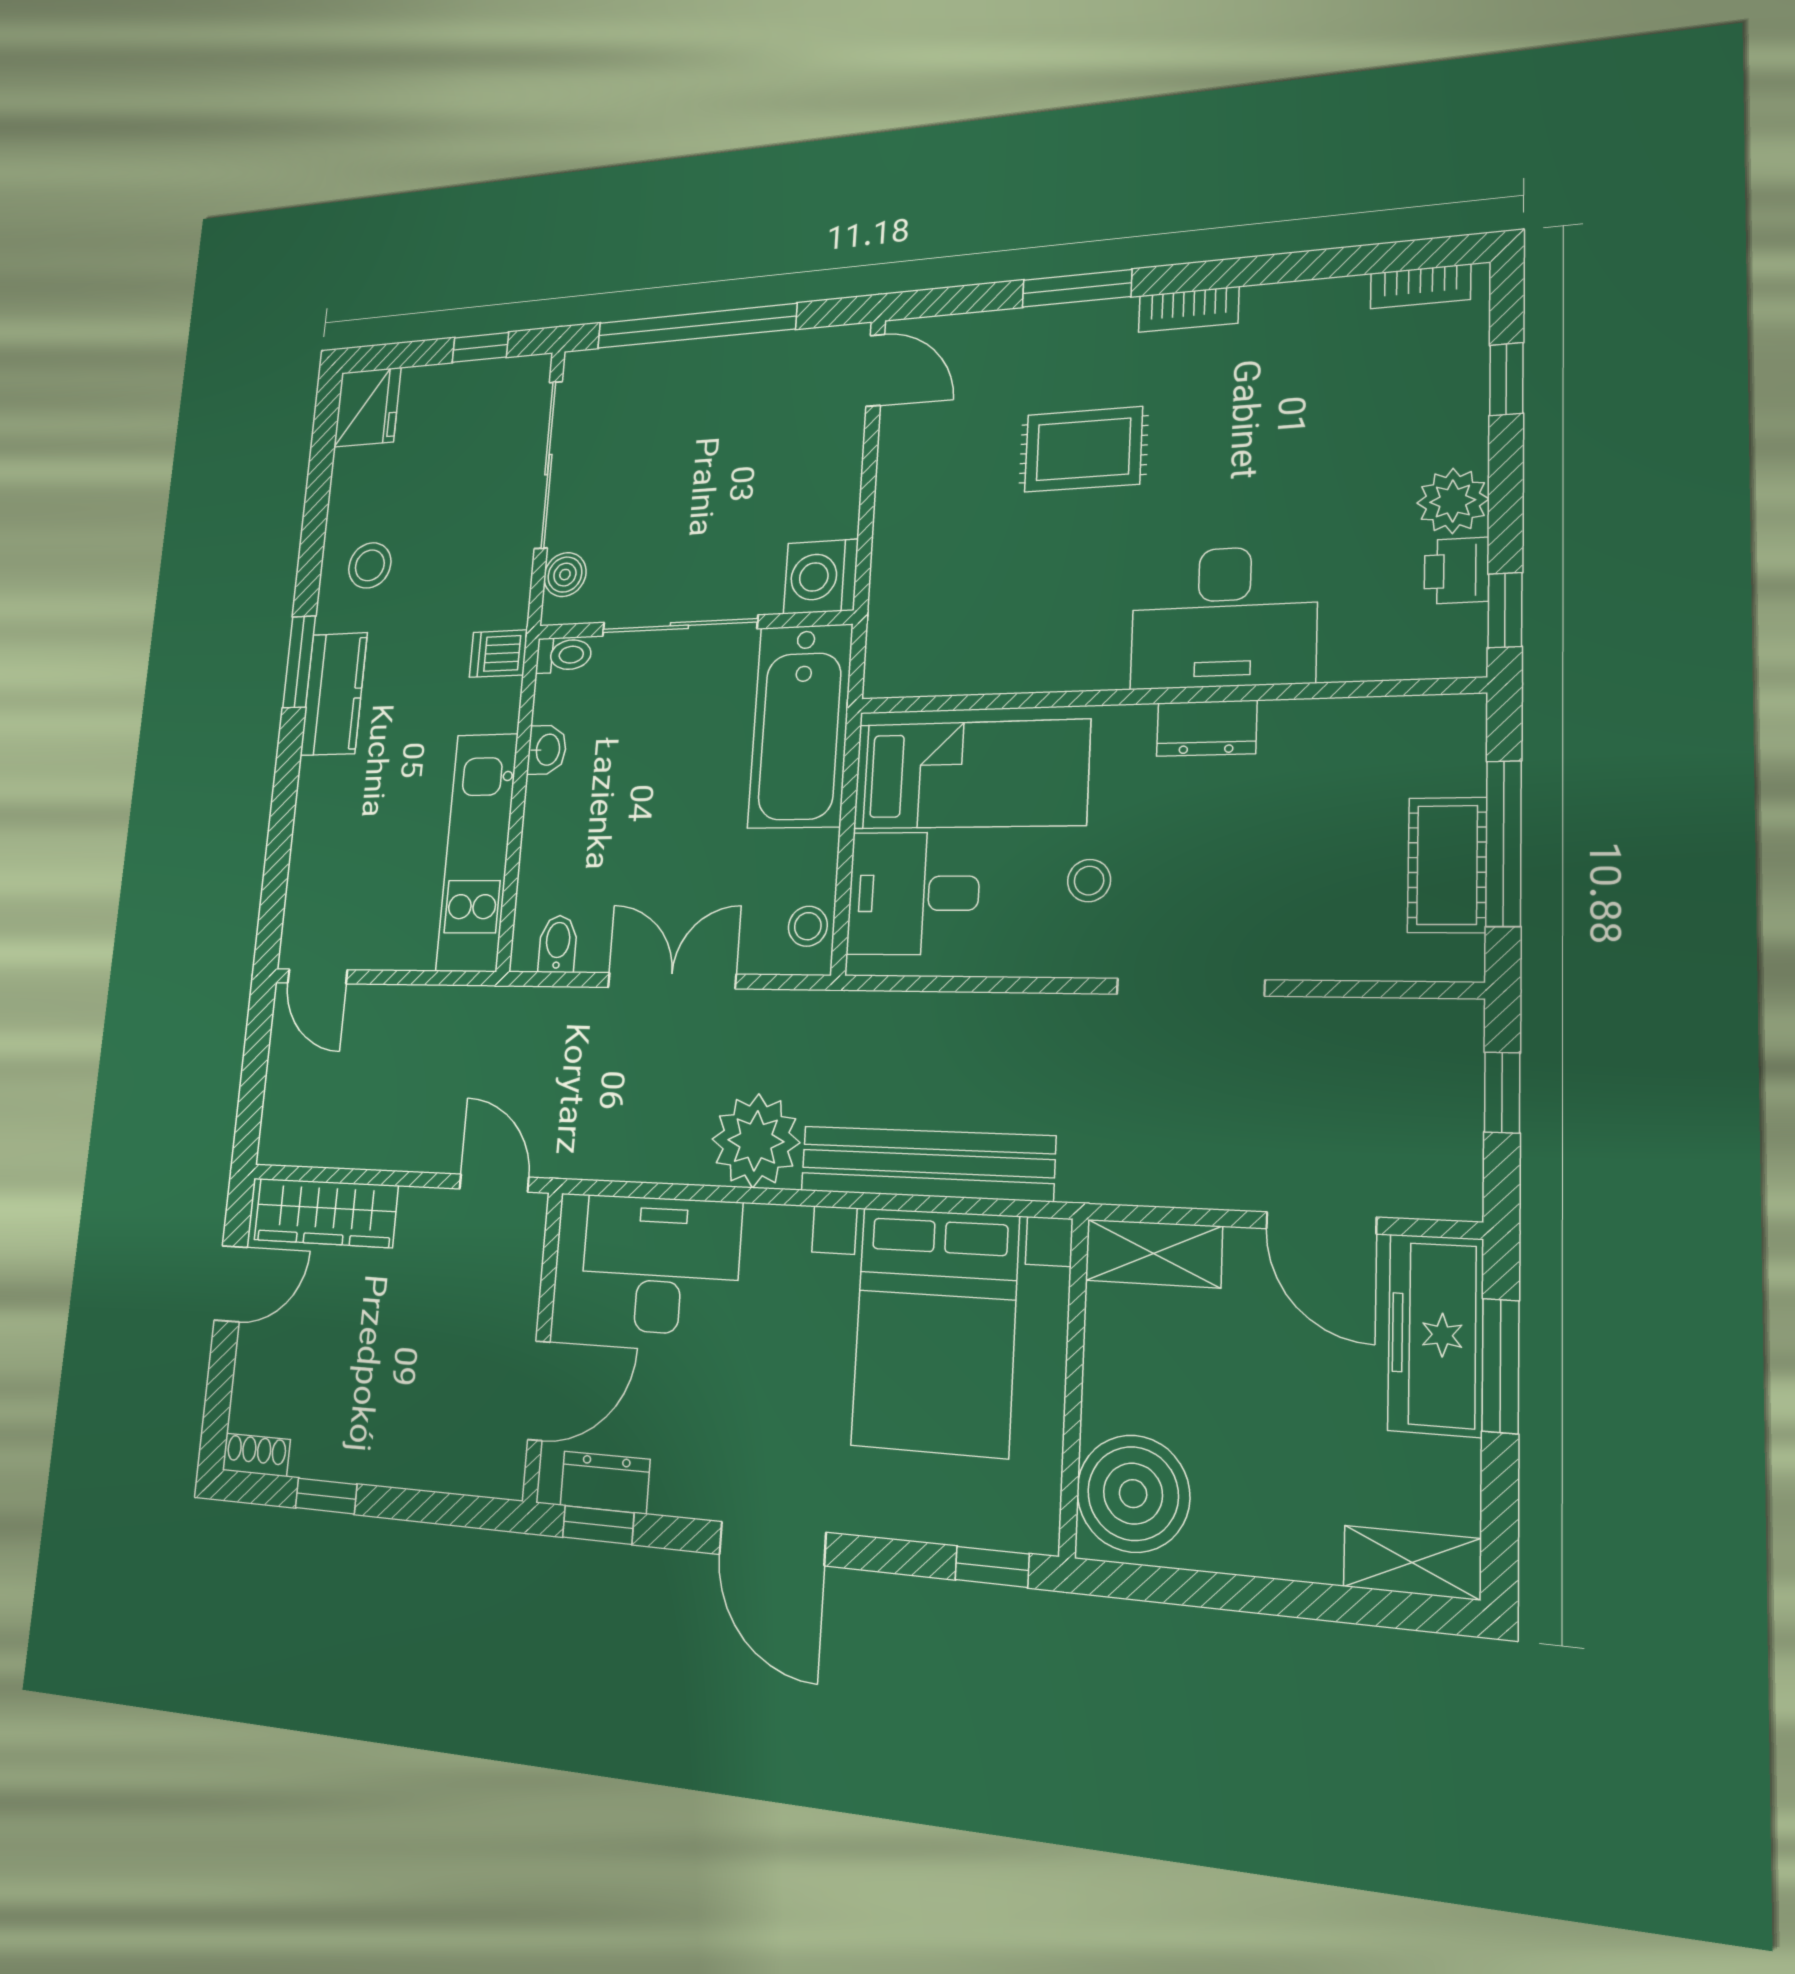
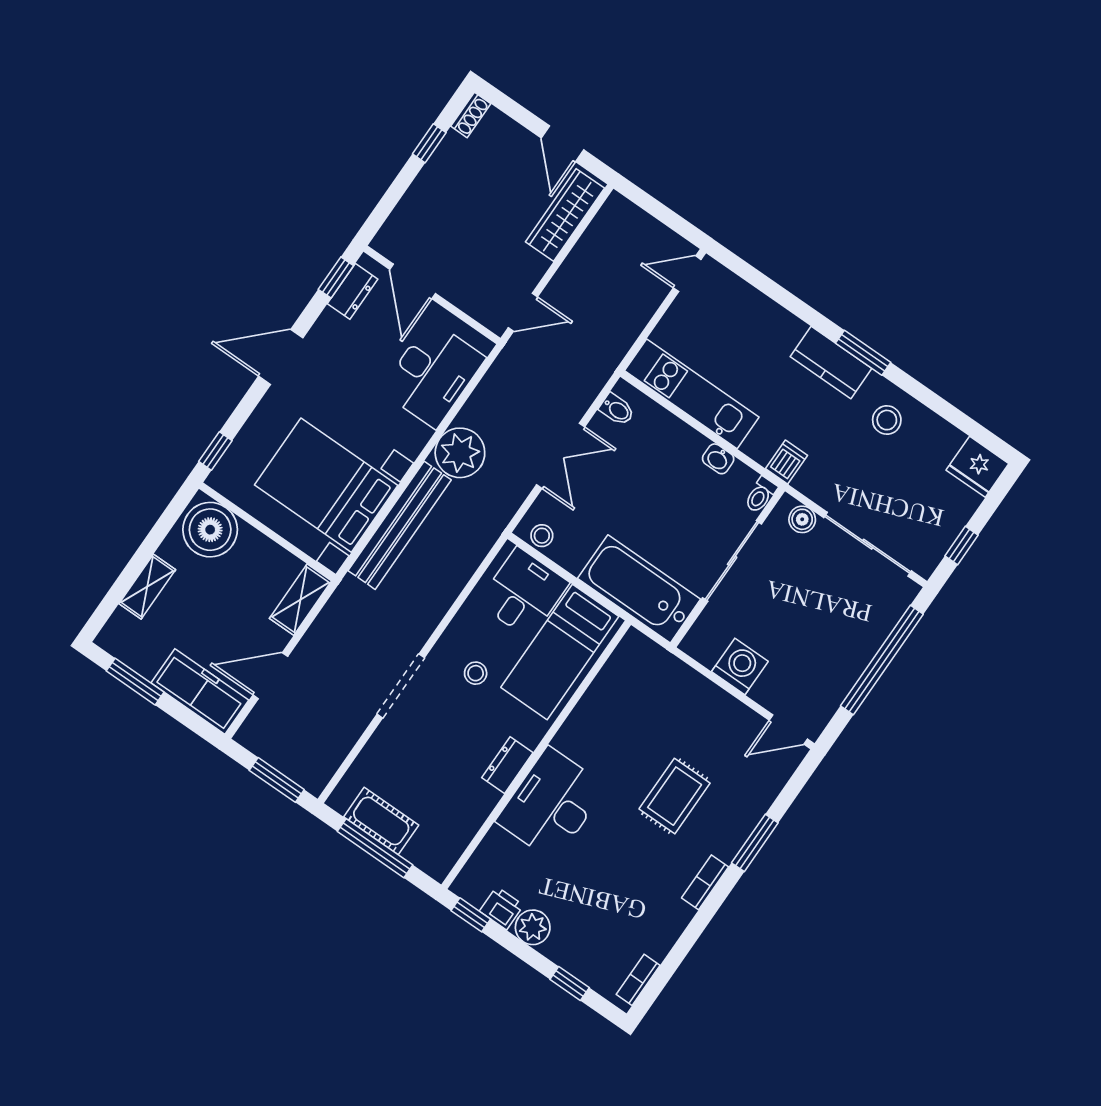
washing machine: (821, 577) -> (740, 666), moved
window: (1502, 1092) -> (277, 780), width x1.50
window: (1501, 1366) -> (135, 682), moved
shelving: (1412, 1563) -> (147, 587), moved

